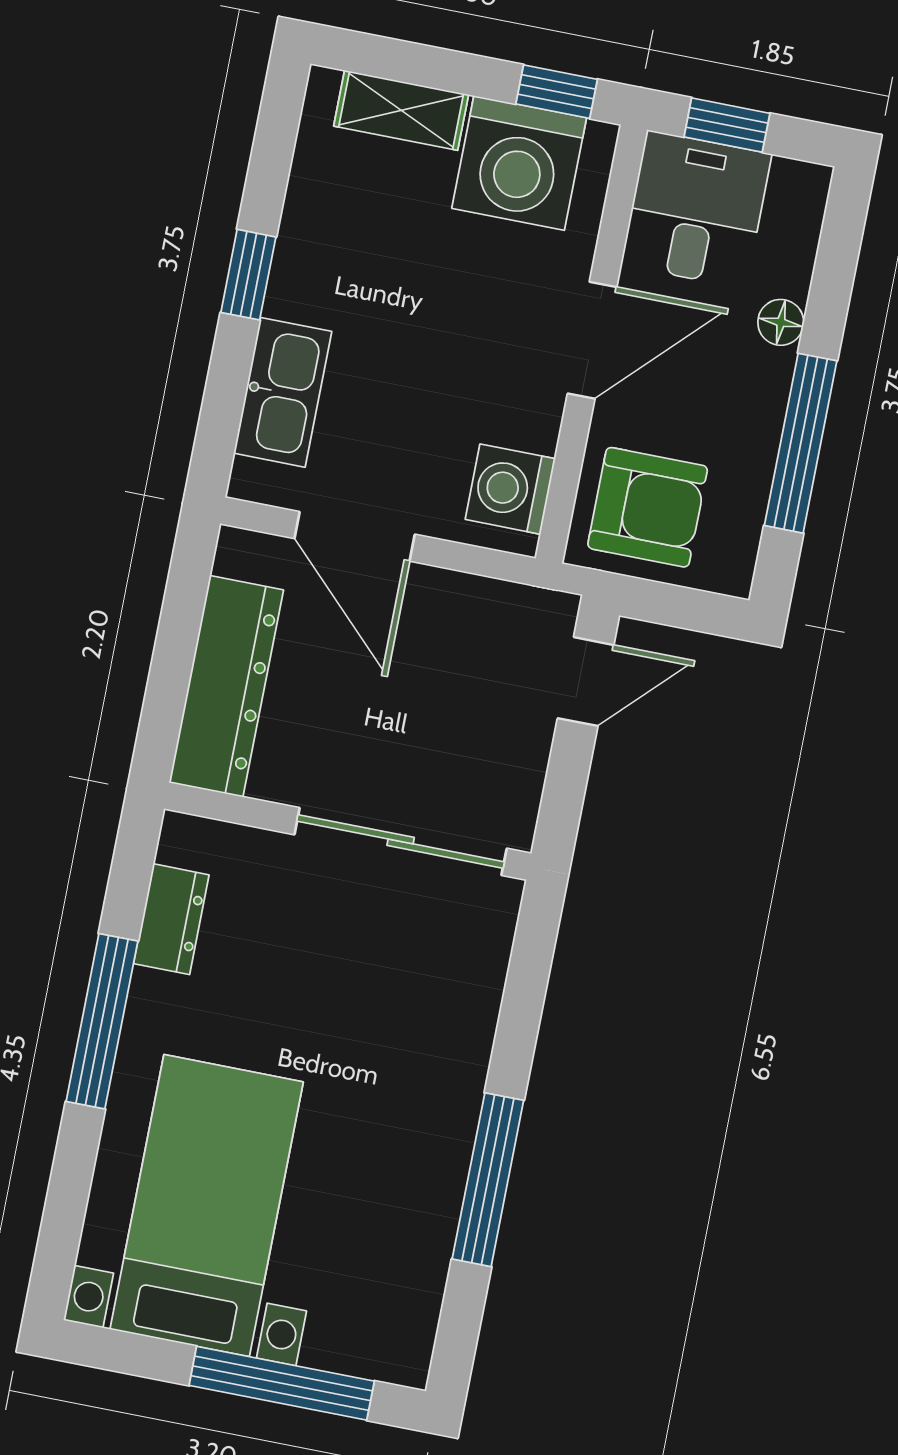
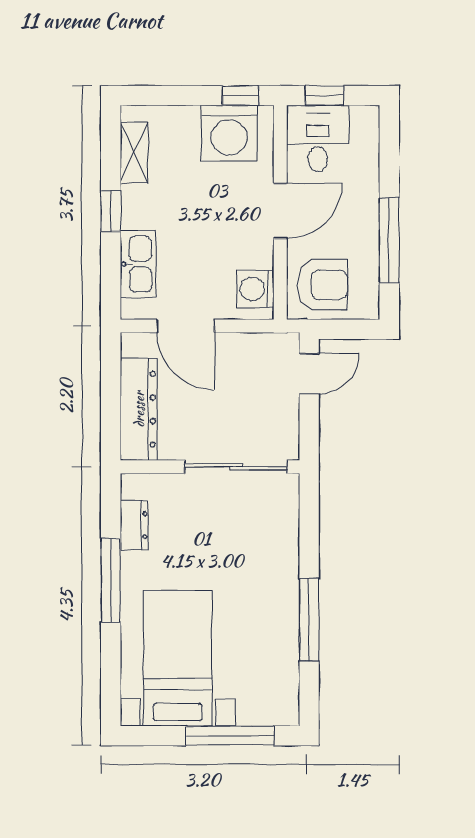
shelving: (401, 110) -> (134, 153), moved, turned 90
floor lamp: (781, 322) -> (368, 184), removed

